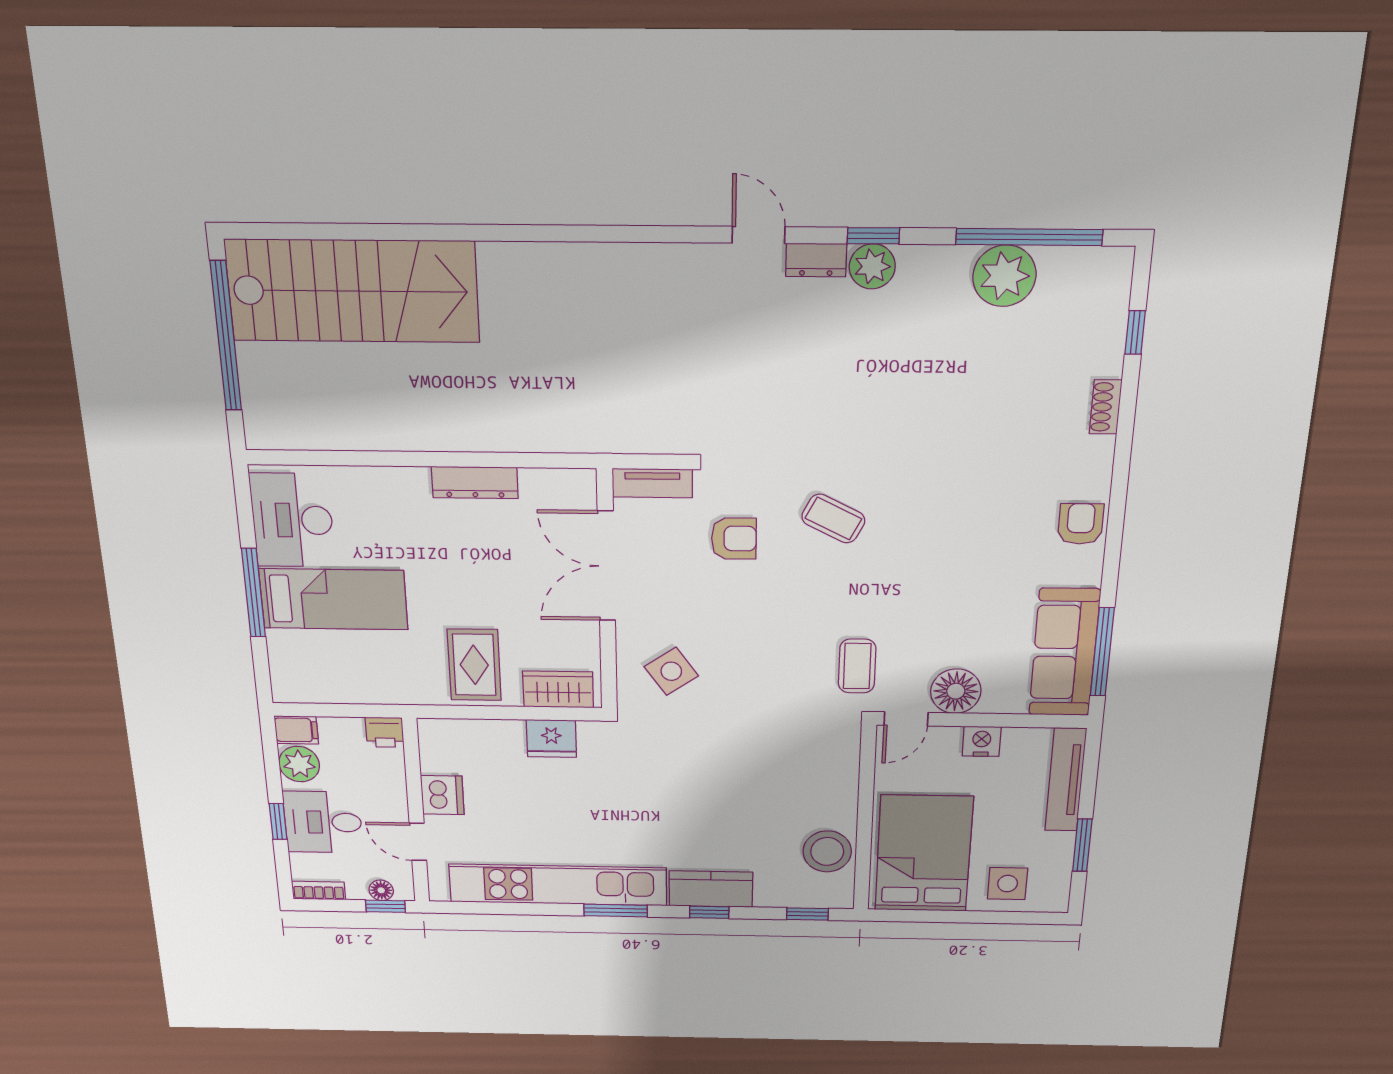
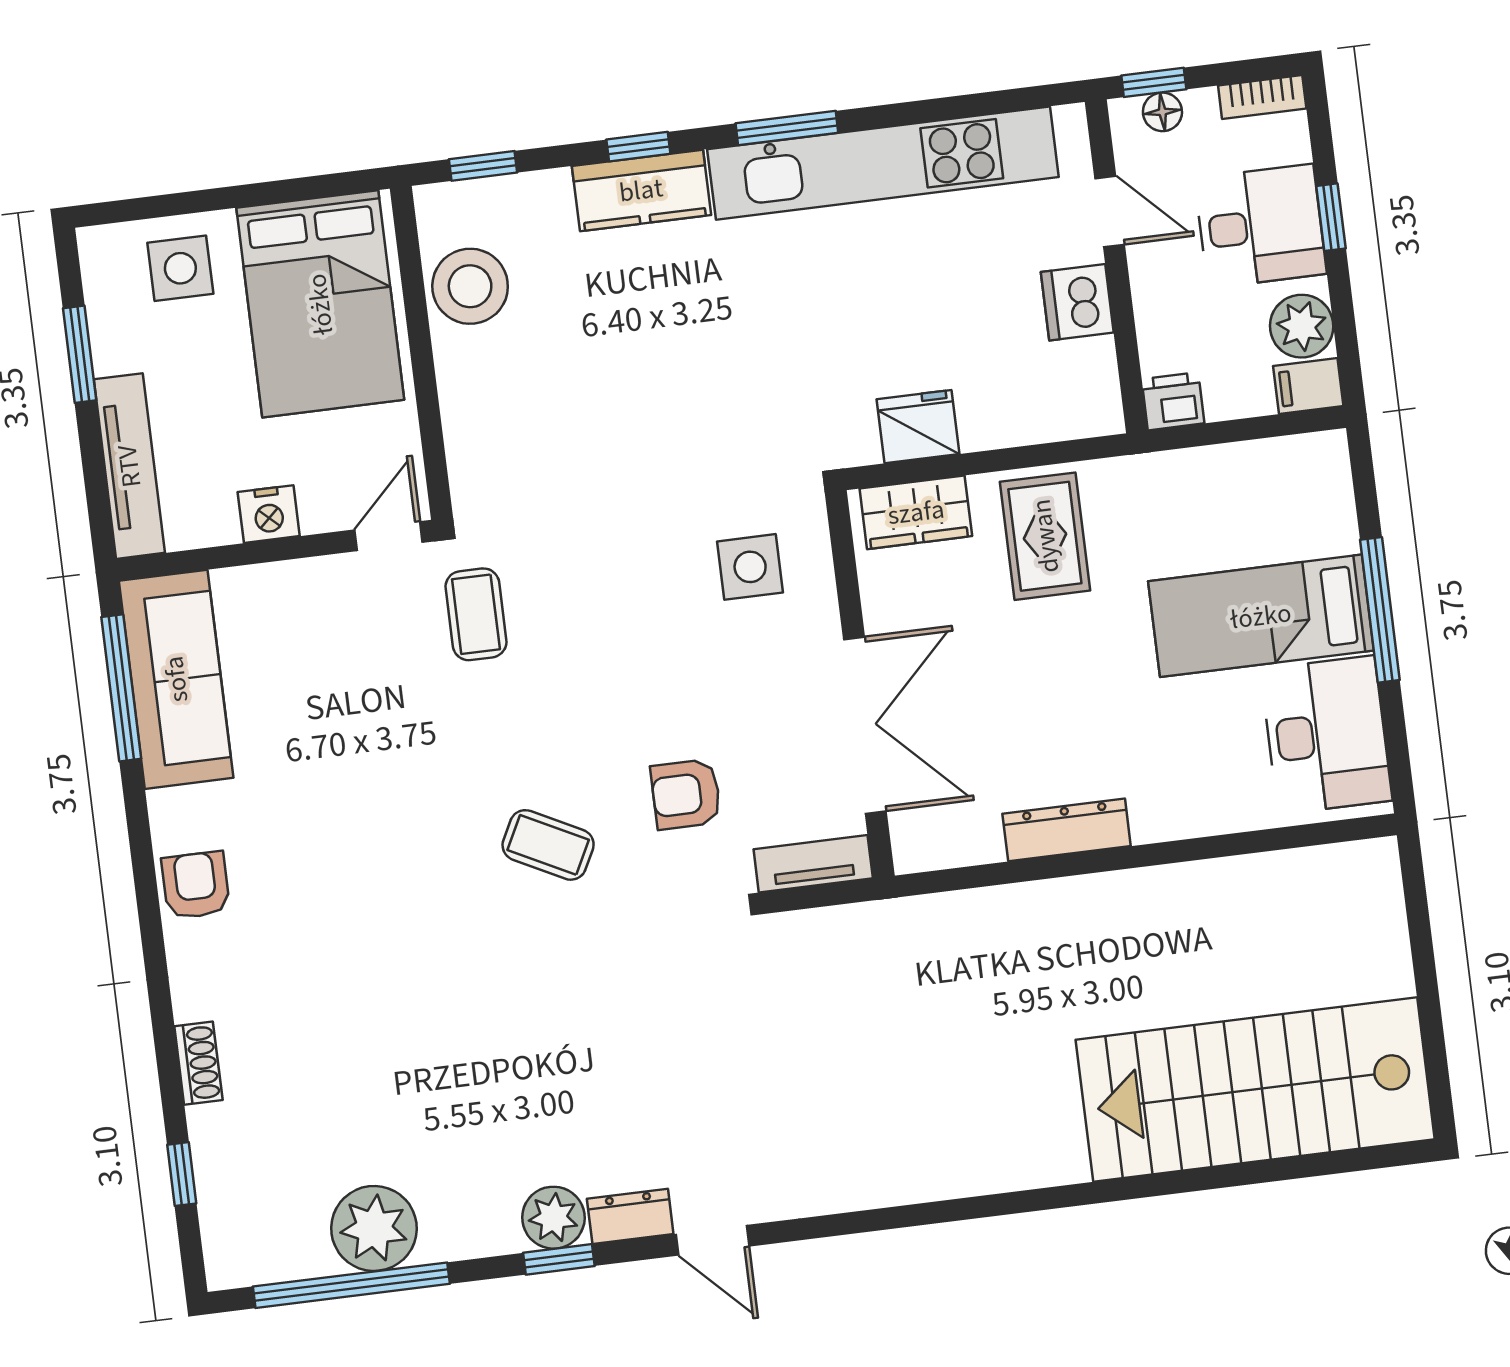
window: (226, 336) -> (1429, 1001), removed
armchair: (1081, 524) -> (196, 885), turned 180
side table: (671, 671) -> (750, 567), turned 35
floor lamp: (956, 691) -> (323, 593), removed

